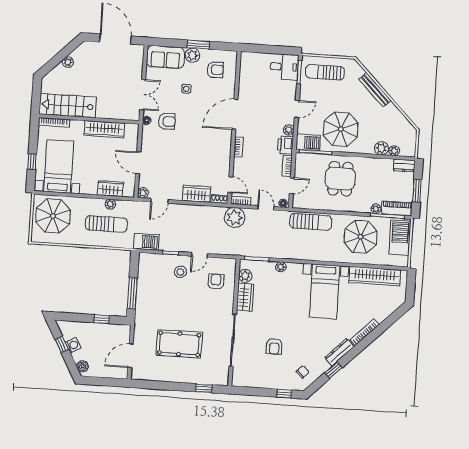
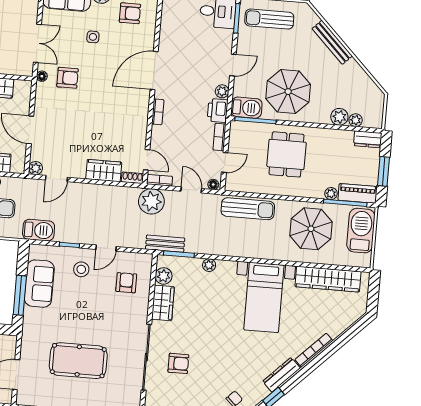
bench: (246, 251) -> (165, 244), added
sofa: (147, 284) -> (39, 284), added
armchair: (274, 346) -> (178, 363), moved, turned -90

